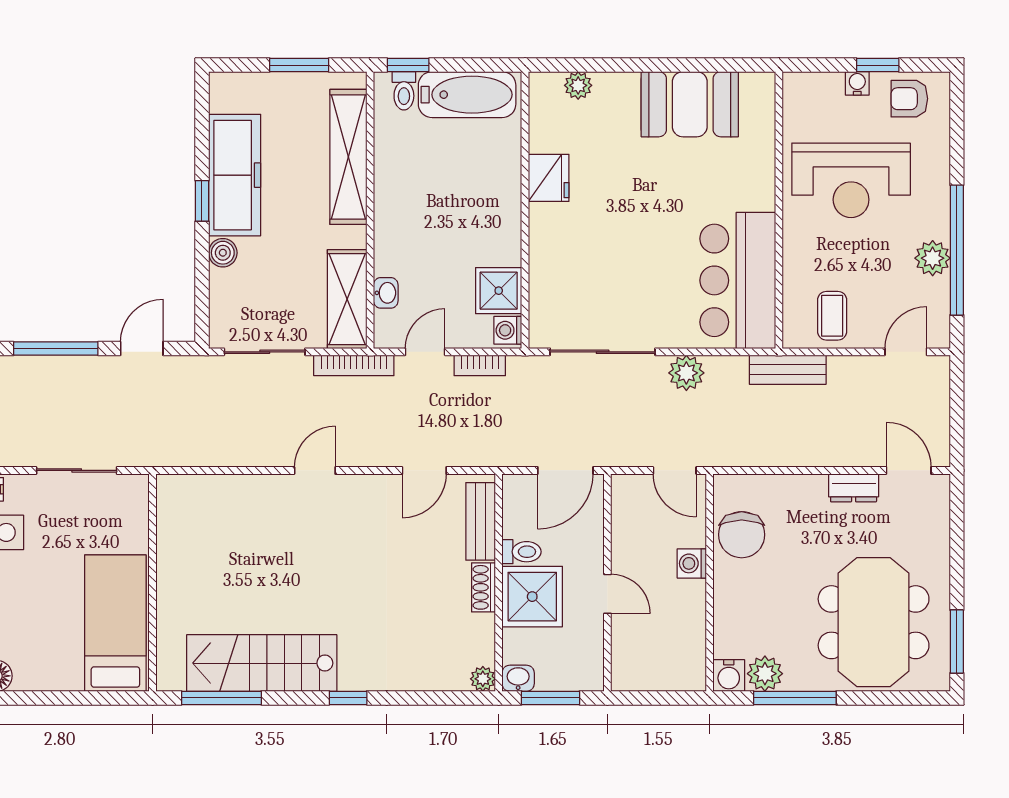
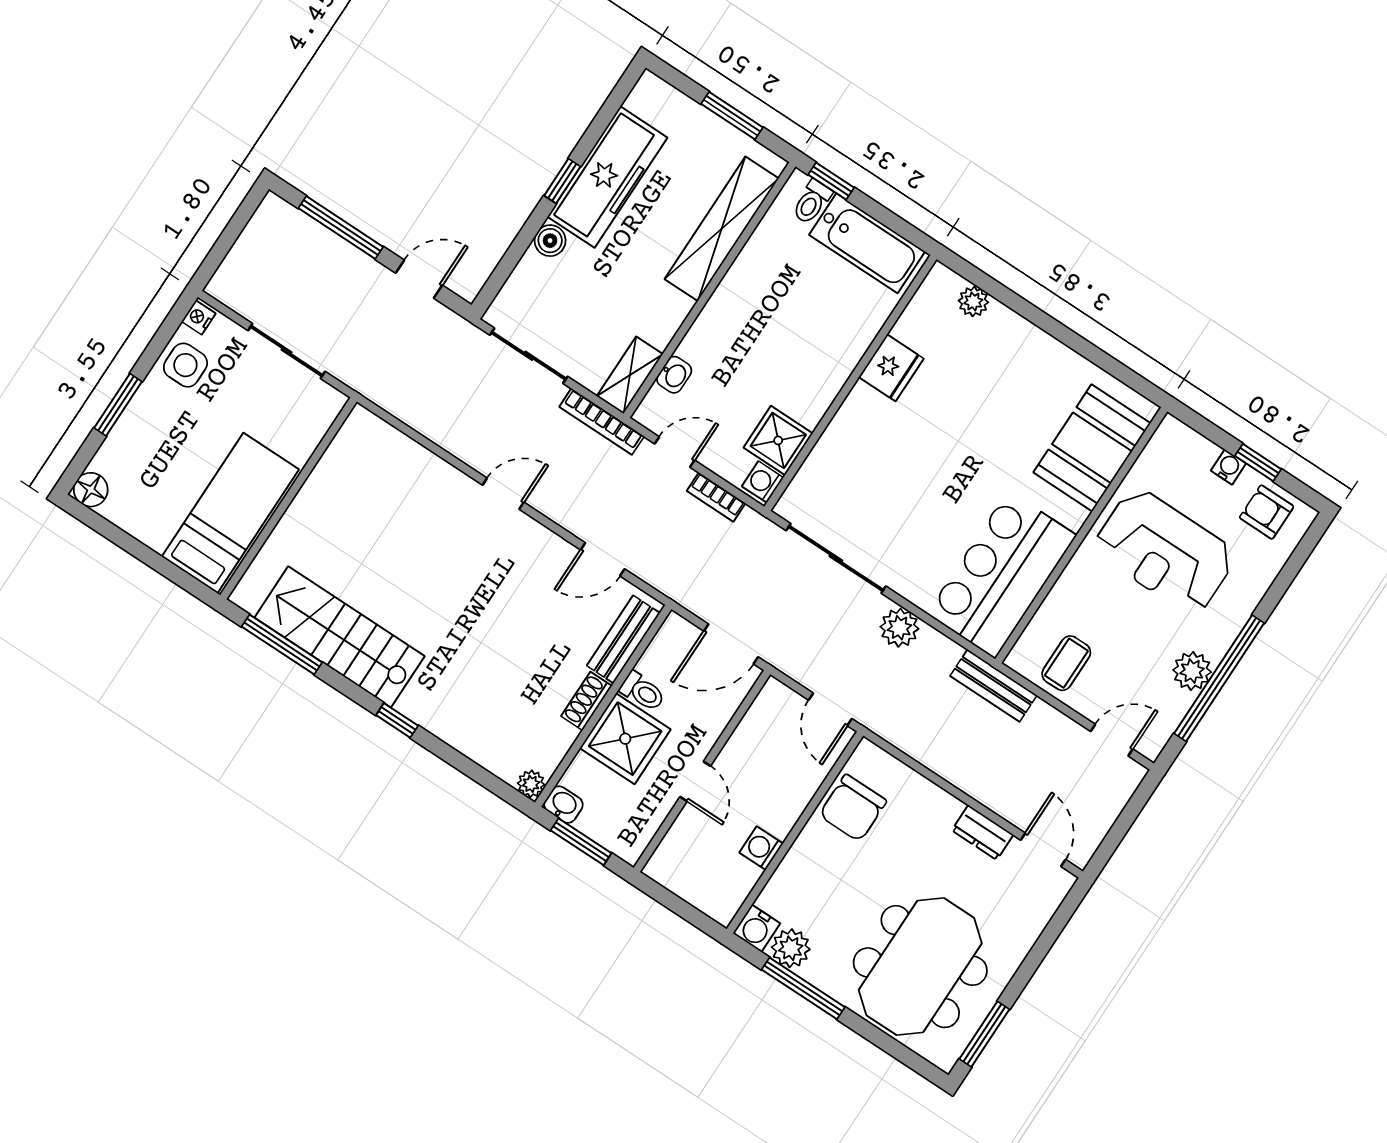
booth: (690, 104) -> (1092, 448), moved, turned 90
shelving: (347, 299) -> (630, 375), width x0.67, depth x0.75
washing machine: (692, 563) -> (761, 848), moved

